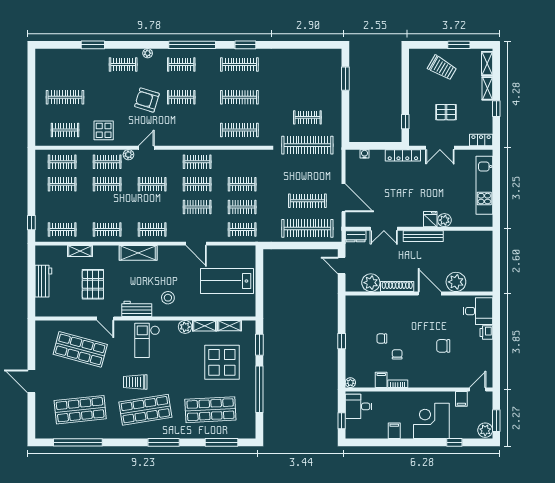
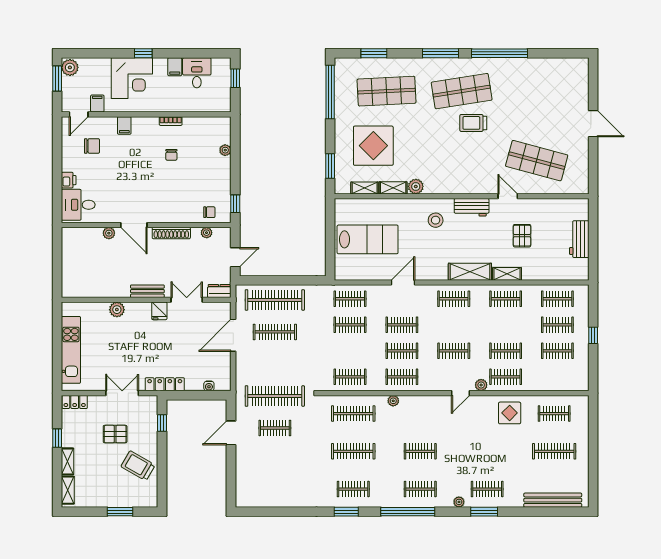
window: (93, 45) -> (484, 512), moved
window: (459, 45) -> (120, 512), moved
bench: (66, 55) -> (553, 500), added
clothes rail: (239, 64) -> (353, 489), width x0.73
trolley: (442, 68) -> (138, 466), moved
window: (345, 79) -> (231, 473), removed
armchair: (147, 100) -> (460, 448), removed
door: (345, 113) -> (231, 433), added
plant: (205, 141) -> (393, 401), added
clothes rail: (62, 162) -> (557, 325), moved
clothes rail: (242, 184) -> (350, 377), moved
door: (344, 198) -> (233, 335), hinge flipped
fridge: (430, 219) -> (159, 311), moved
window: (31, 223) -> (593, 335), moved
bench: (423, 236) -> (147, 291), width x0.73
door: (196, 244) -> (403, 282), hinge flipped
shelving: (80, 251) -> (507, 274), moved
door: (342, 266) -> (235, 257), hinge flipped
plant: (456, 282) -> (109, 233), width x0.53, depth x0.53
plant: (371, 283) -> (207, 233), width x0.53, depth x0.53
pallet: (93, 284) -> (522, 236), width x0.67, depth x0.71
chair: (382, 339) -> (209, 212), moved
checkout: (147, 340) -> (460, 171), removed
window: (342, 341) -> (235, 204), moved
chair: (443, 346) -> (92, 146), moved
filing cabinet: (381, 380) -> (124, 125), moved
trolley: (135, 382) -> (473, 123), turned 180
plant: (350, 383) -> (225, 150), moved
window: (259, 389) -> (330, 92), moved
desk: (359, 406) -> (197, 73), moved, turned -90
shop shelf: (80, 410) -> (537, 91), removed
window: (78, 442) -> (499, 53), moved
window: (221, 442) -> (374, 53), width x0.69
window: (454, 442) -> (143, 53), moved

